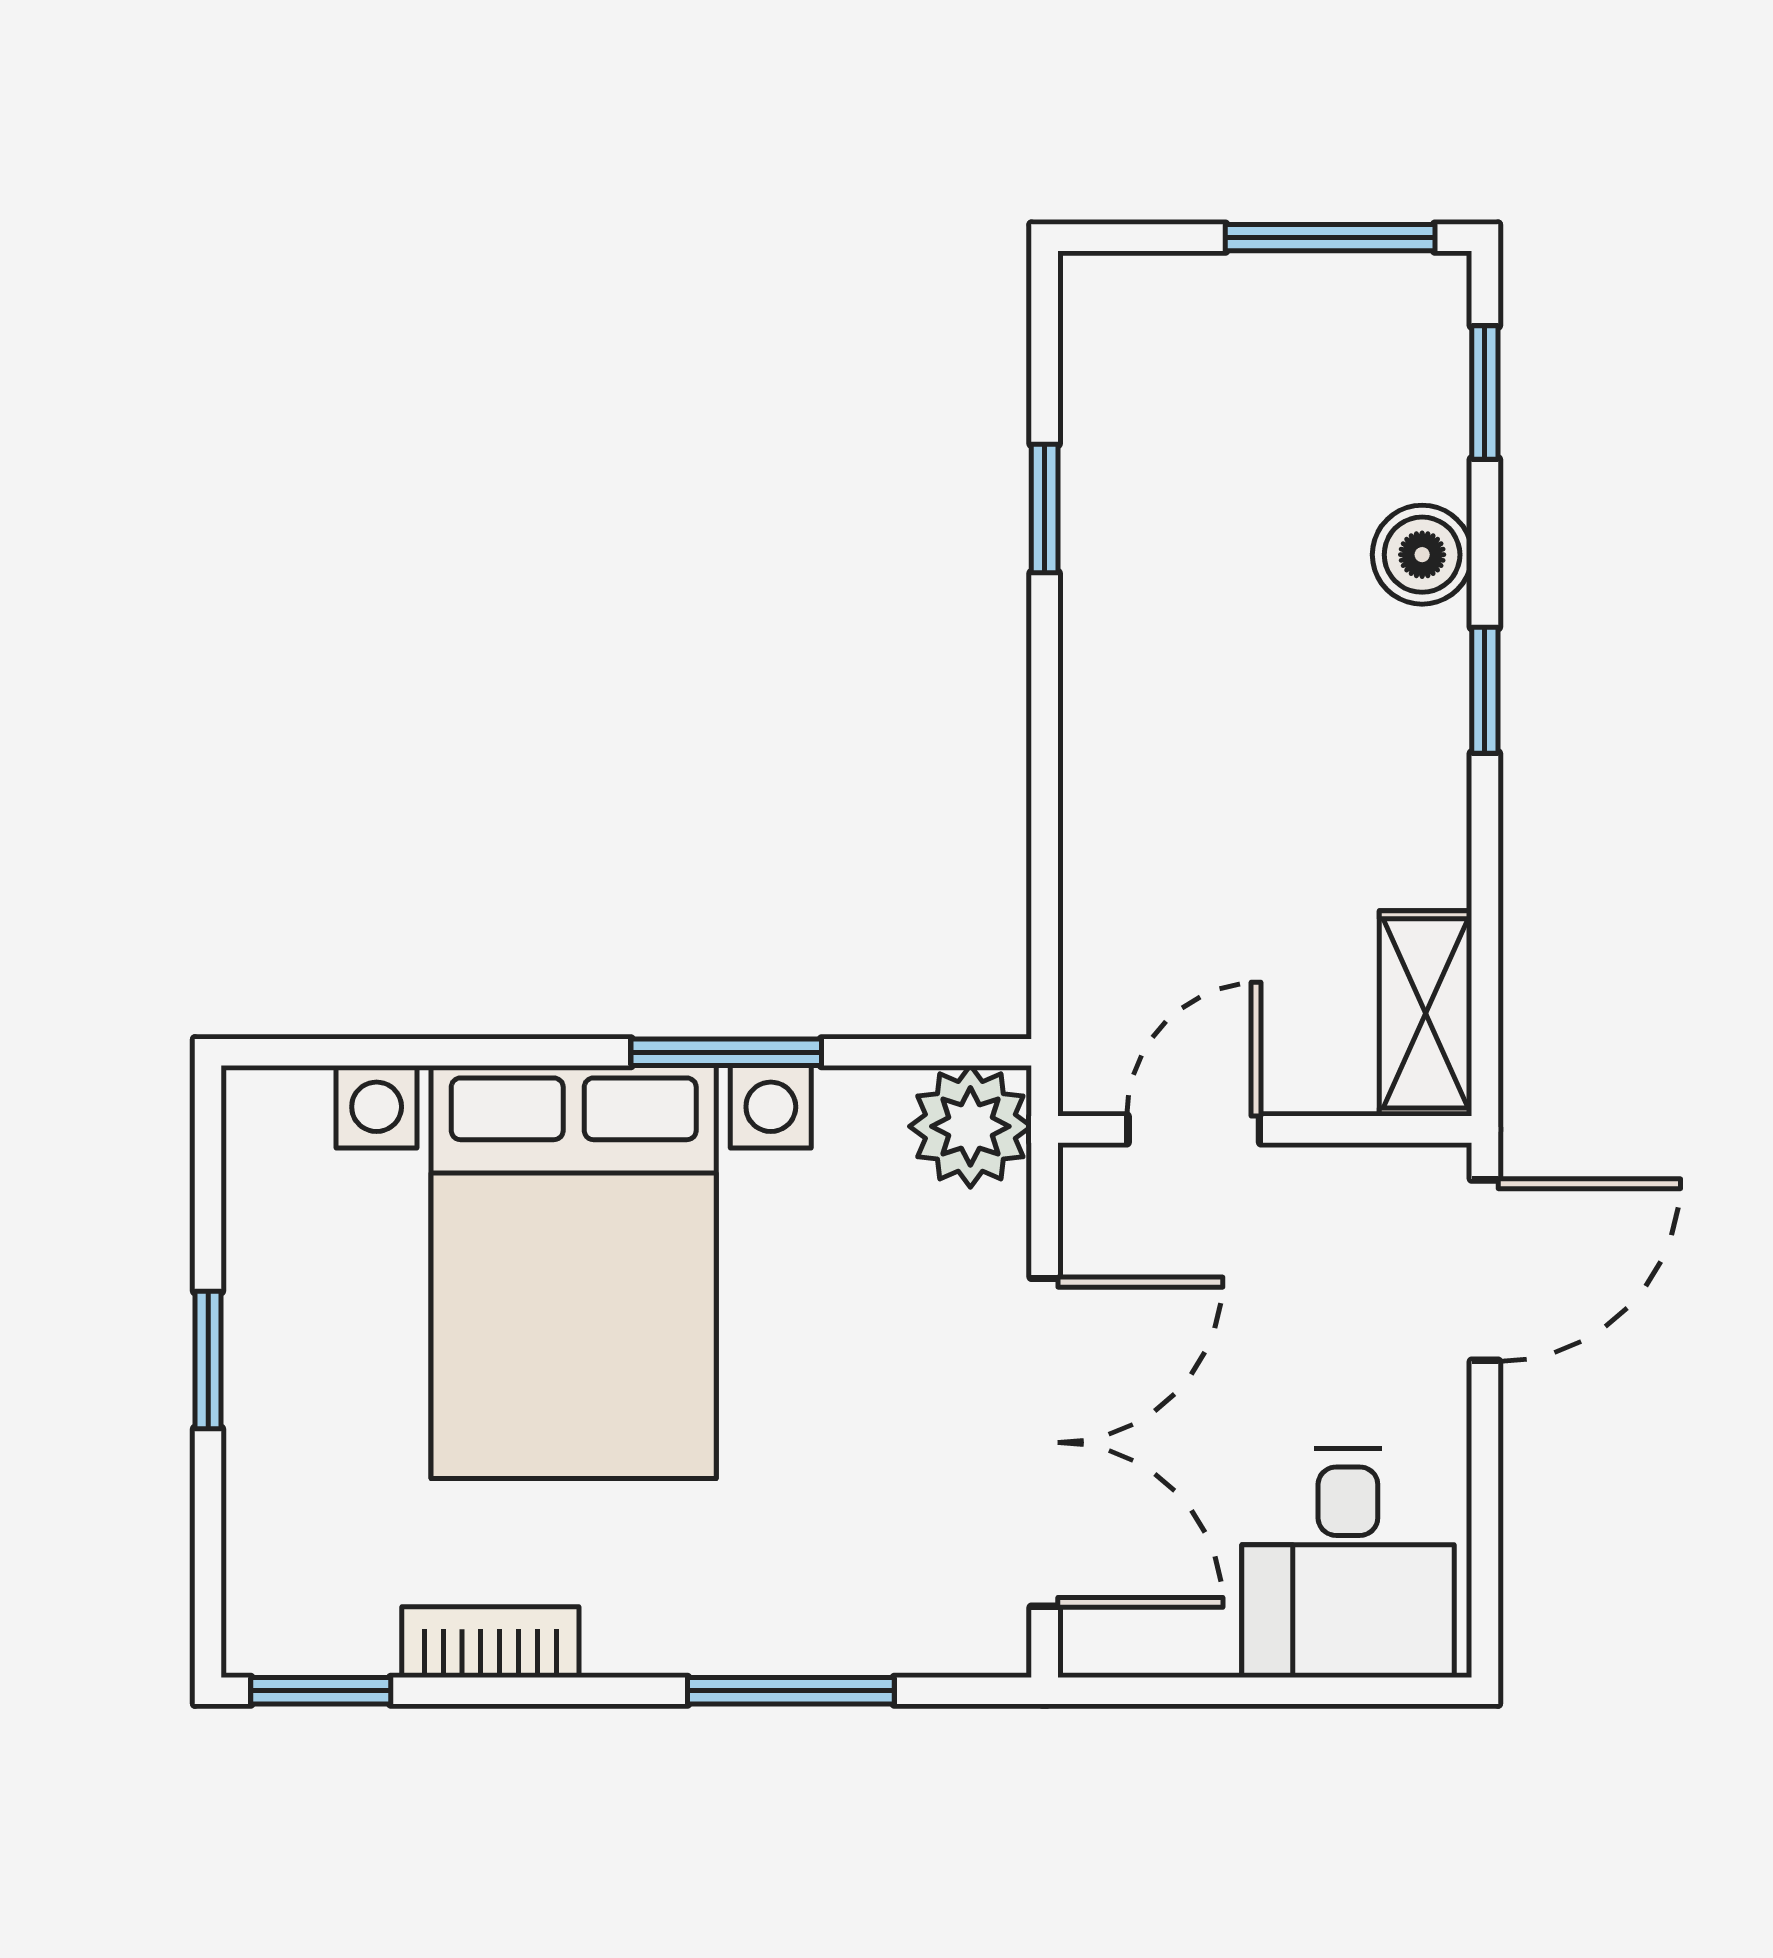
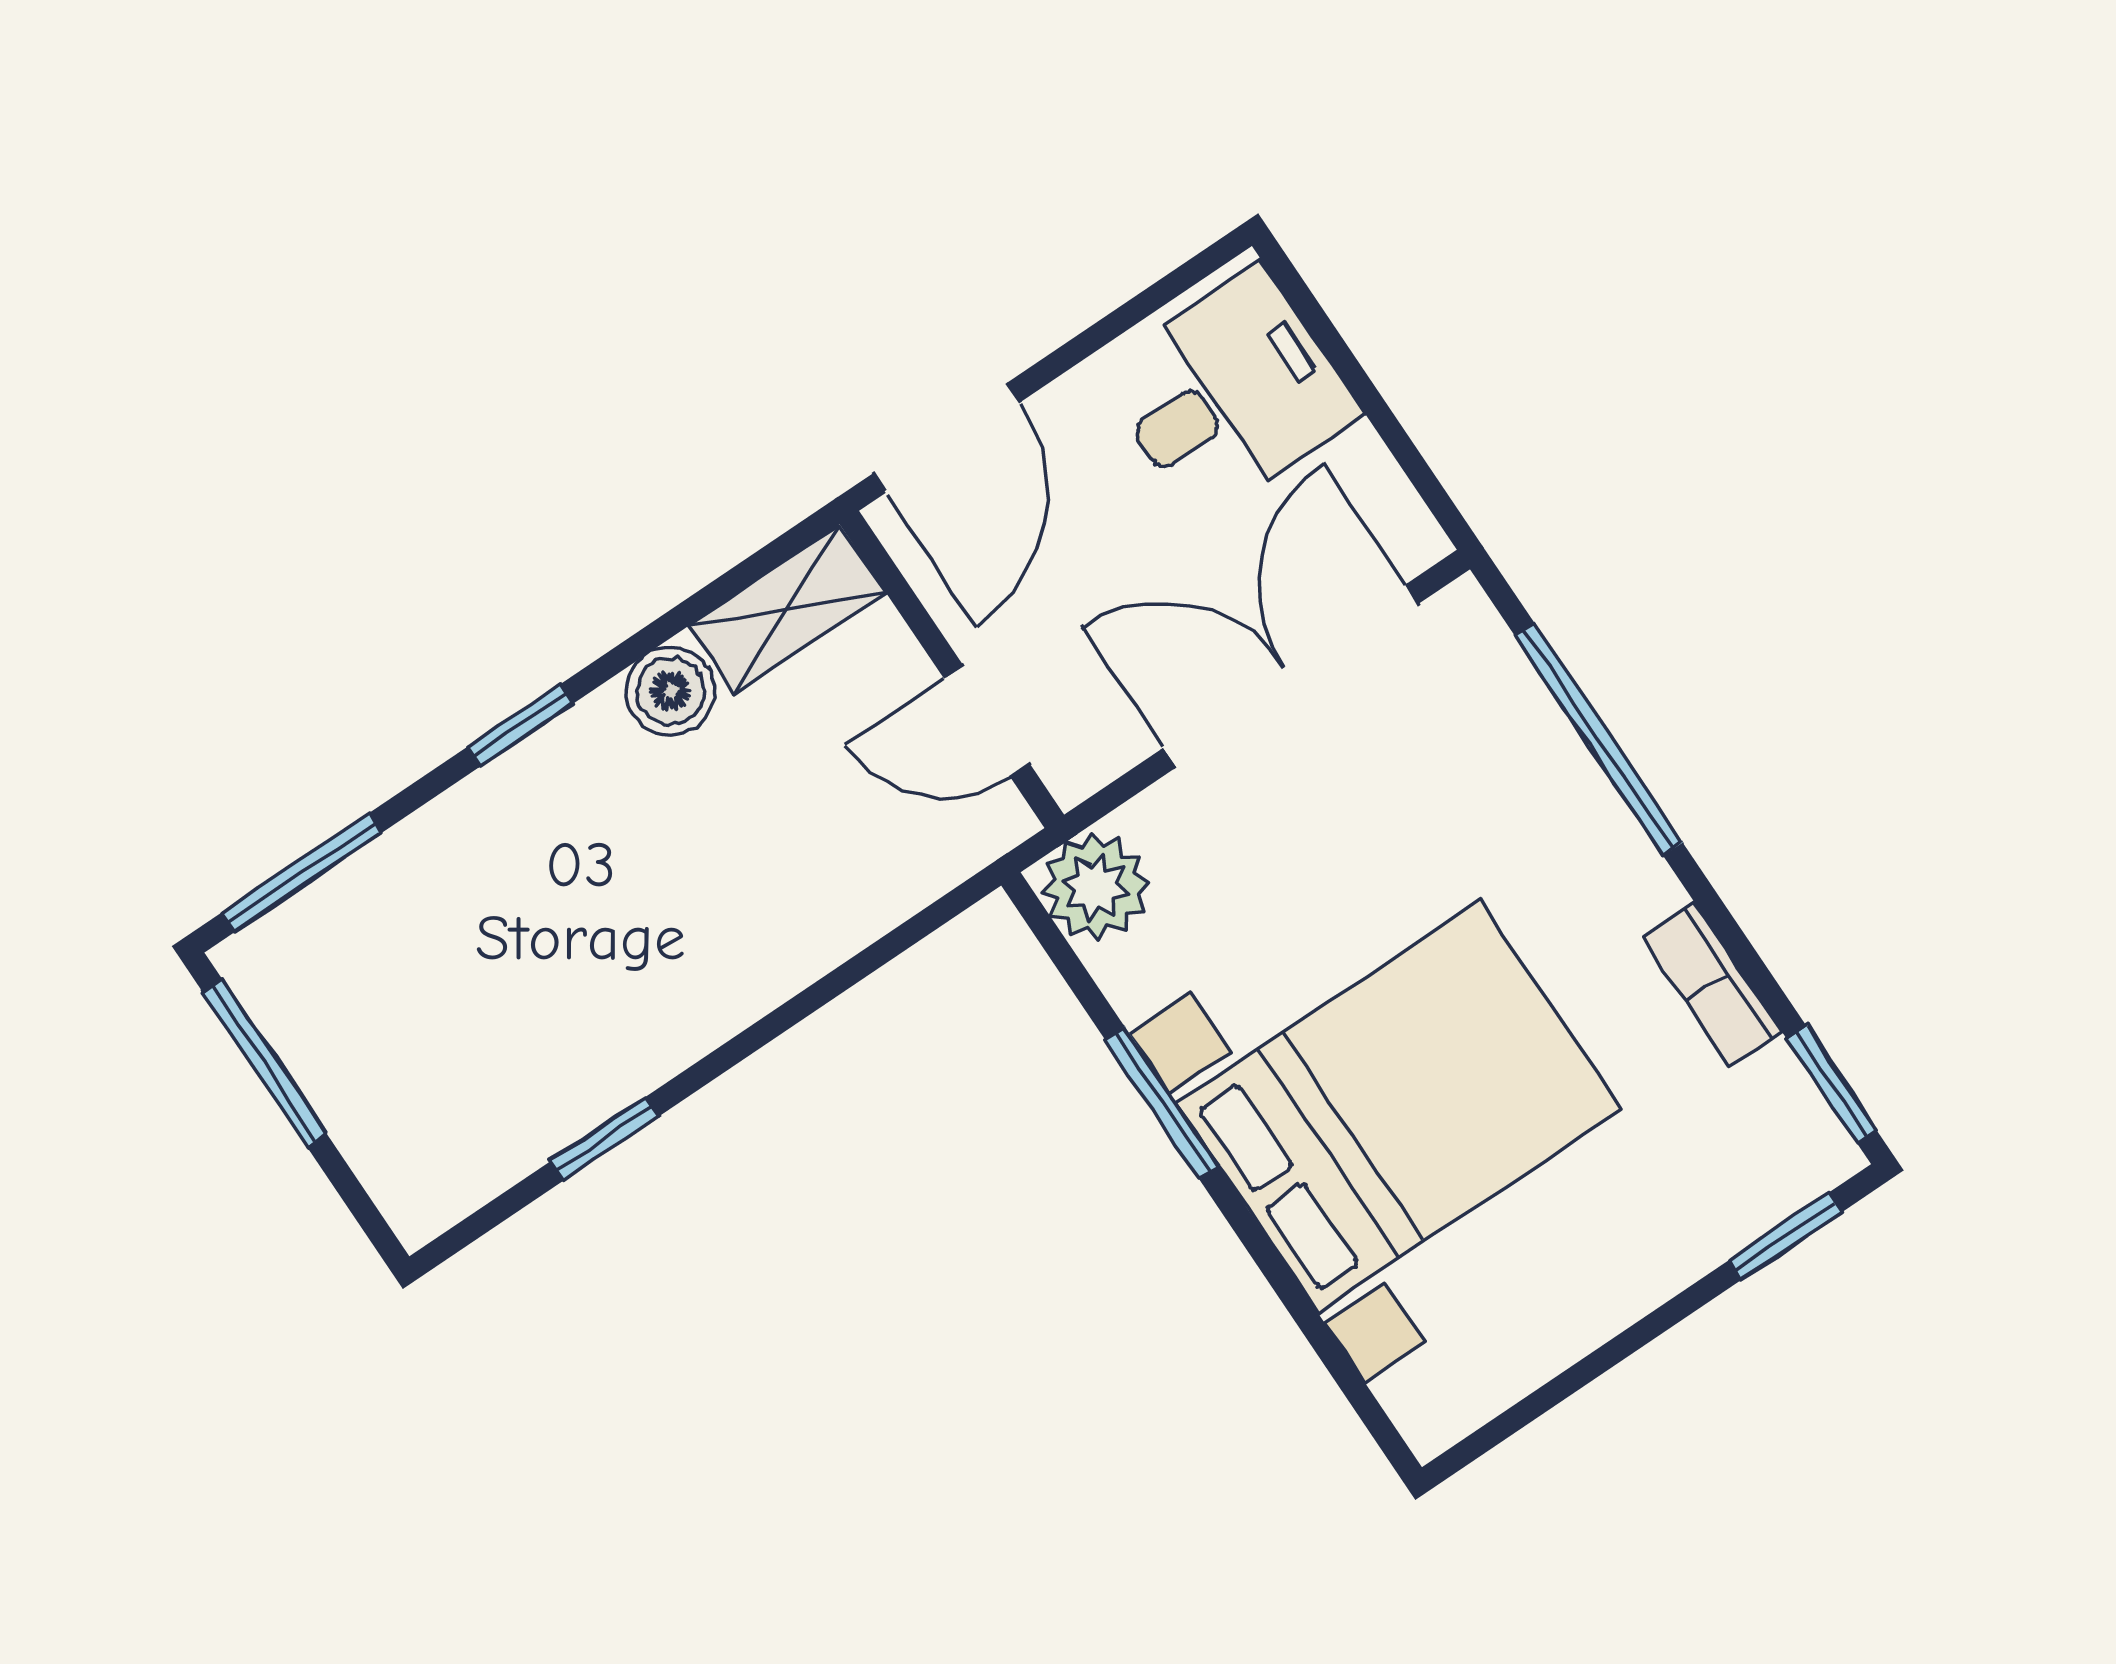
window: (1485, 393) -> (302, 873), width x1.50
boiler: (1422, 555) -> (670, 691), moved
door: (1485, 1270) -> (946, 438), swing flipped
window: (208, 1360) -> (1785, 1236), moved
window: (791, 1691) -> (1599, 739), width x1.44

